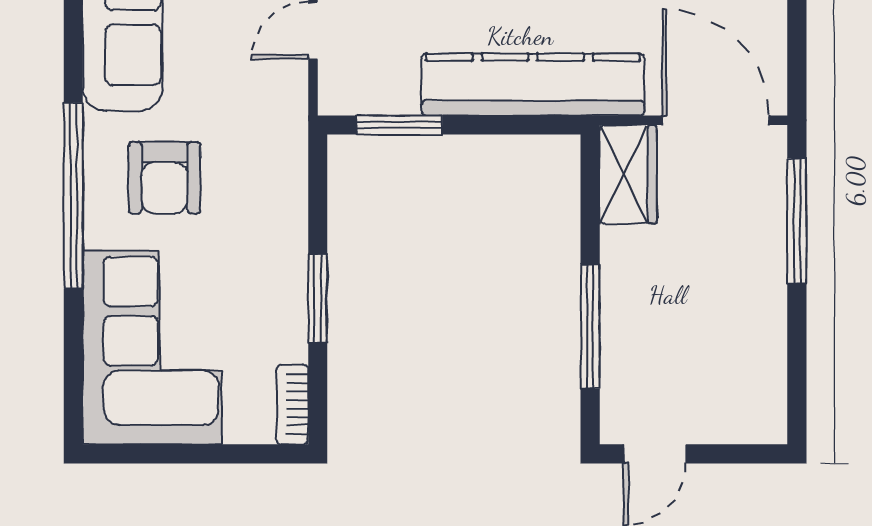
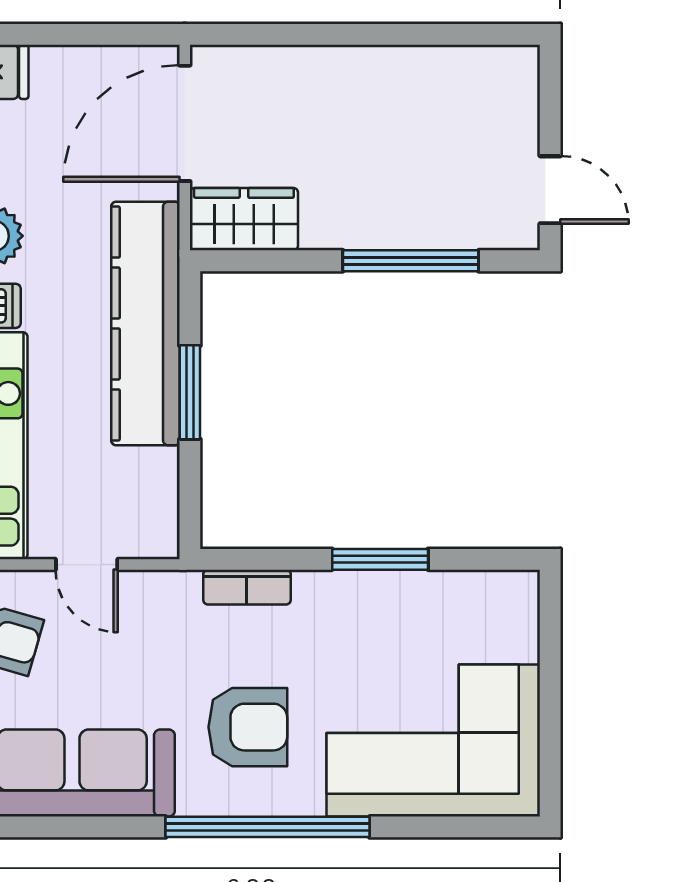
window: (399, 125) -> (190, 392), moved
window: (797, 221) -> (295, 34), removed
bookcase: (292, 405) -> (247, 587), moved

